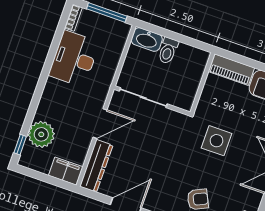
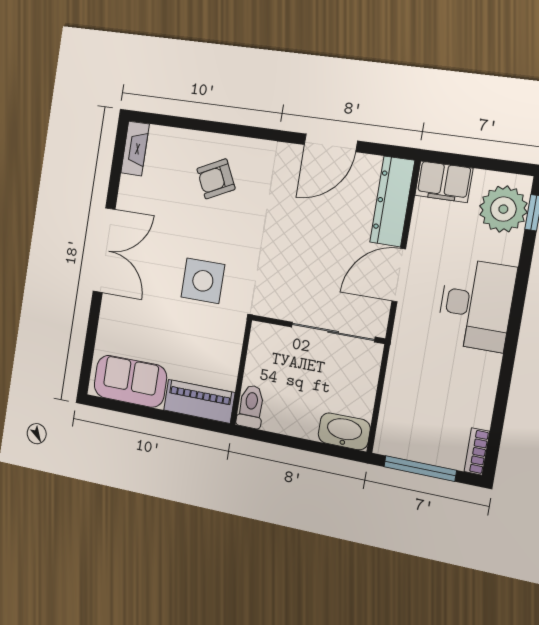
toilet: (168, 51) -> (251, 407), moved
desk: (74, 59) -> (476, 305), moved
plant: (41, 134) -> (503, 209), moved

